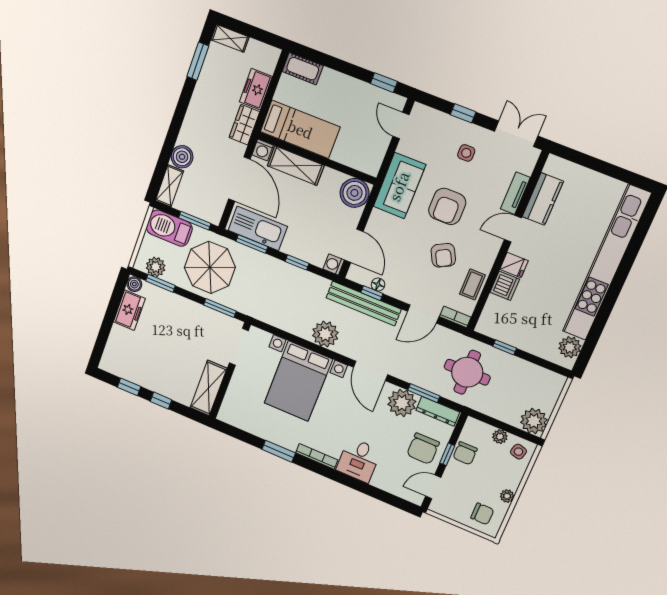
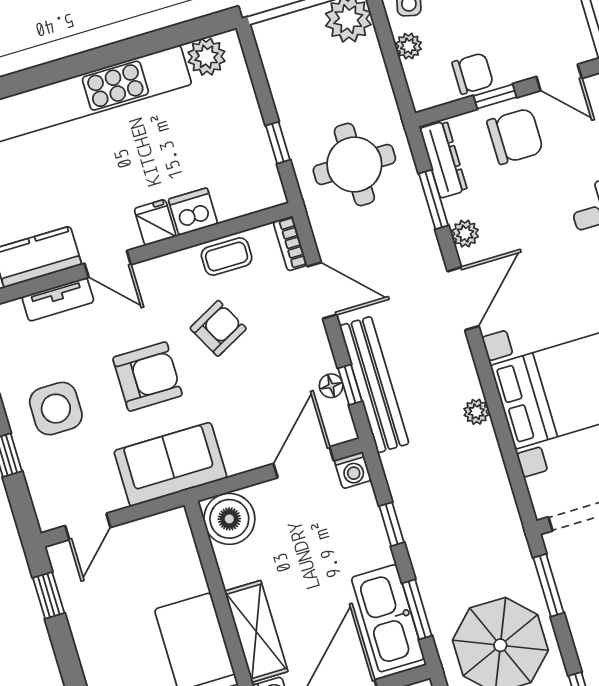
side table: (466, 153) -> (56, 409), width x1.87, depth x1.87
plant: (325, 334) -> (476, 412), width x0.53, depth x0.53
plant: (402, 403) -> (465, 234), width x0.53, depth x0.53

